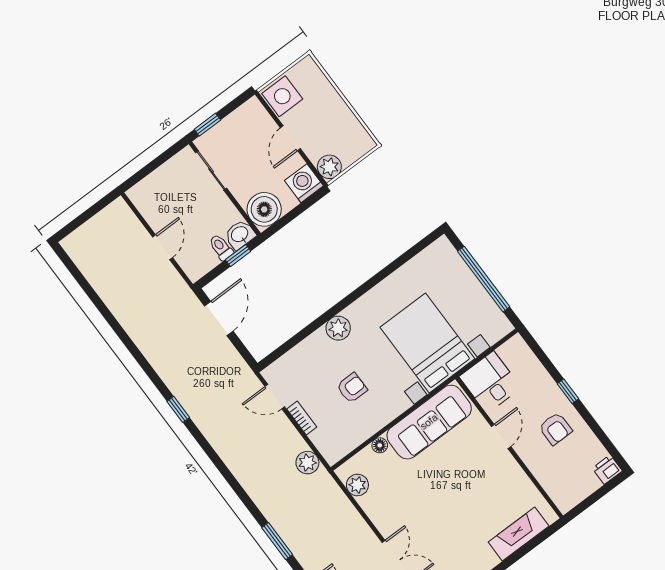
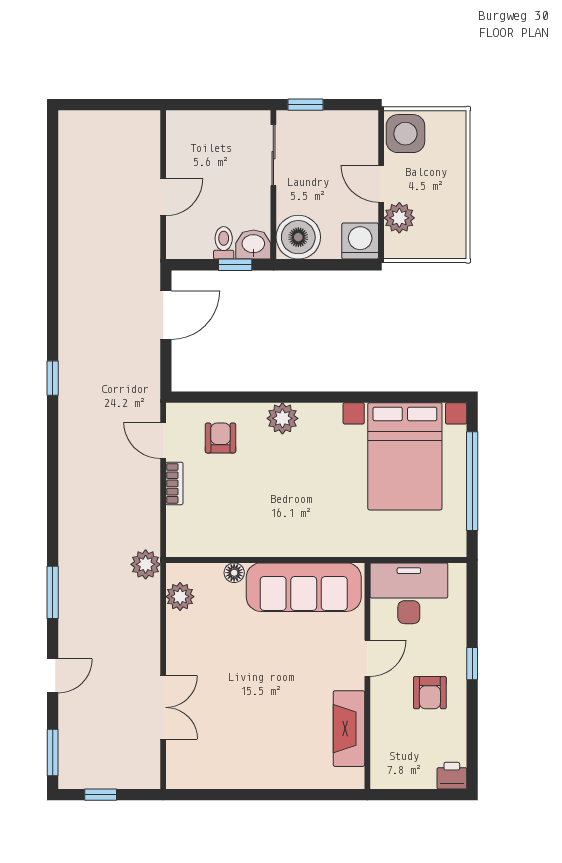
door: (290, 138) -> (381, 184), hinge flipped
plant: (329, 167) -> (399, 218), moved
bed with nightstands: (427, 343) -> (405, 456), moved, turned 180
desk: (490, 382) -> (409, 593), width x1.37
armchair: (352, 388) -> (220, 438), moved, turned -90
plant: (307, 463) -> (146, 564), moved
fireplace: (519, 534) -> (349, 729), moved, turned -90

